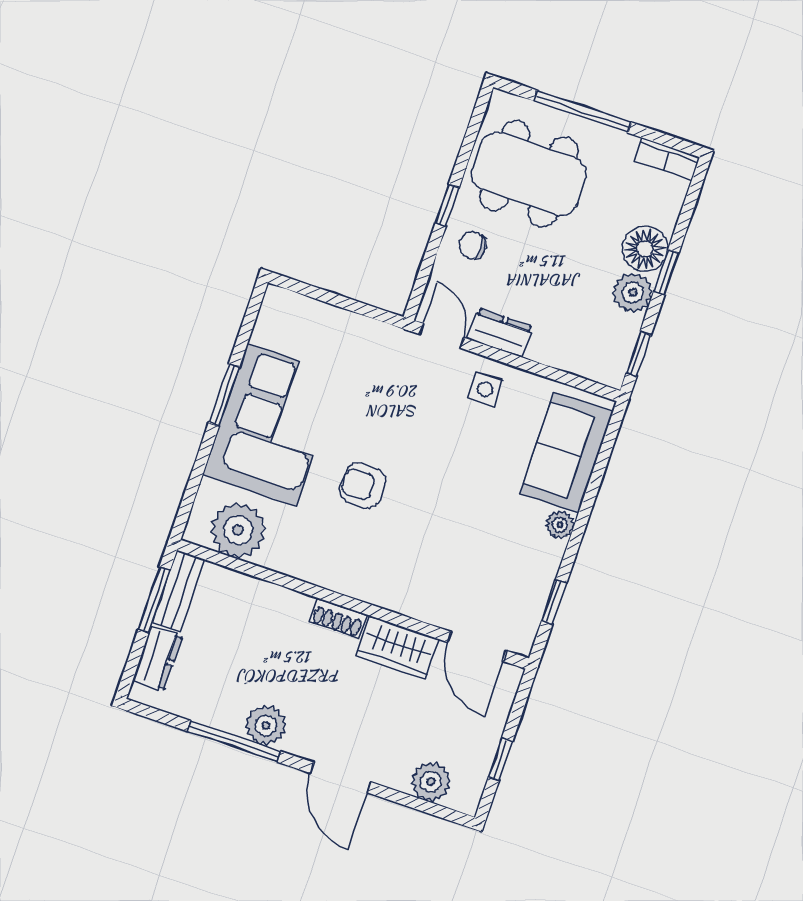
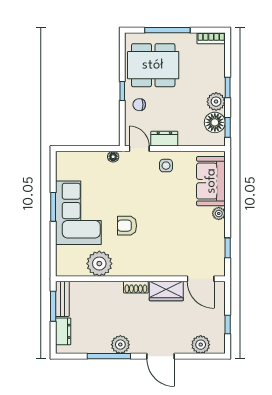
floor lamp: (645, 249) -> (215, 122), moved
floor lamp: (382, 334) -> (113, 157), added
plant: (238, 530) -> (99, 264), moved

